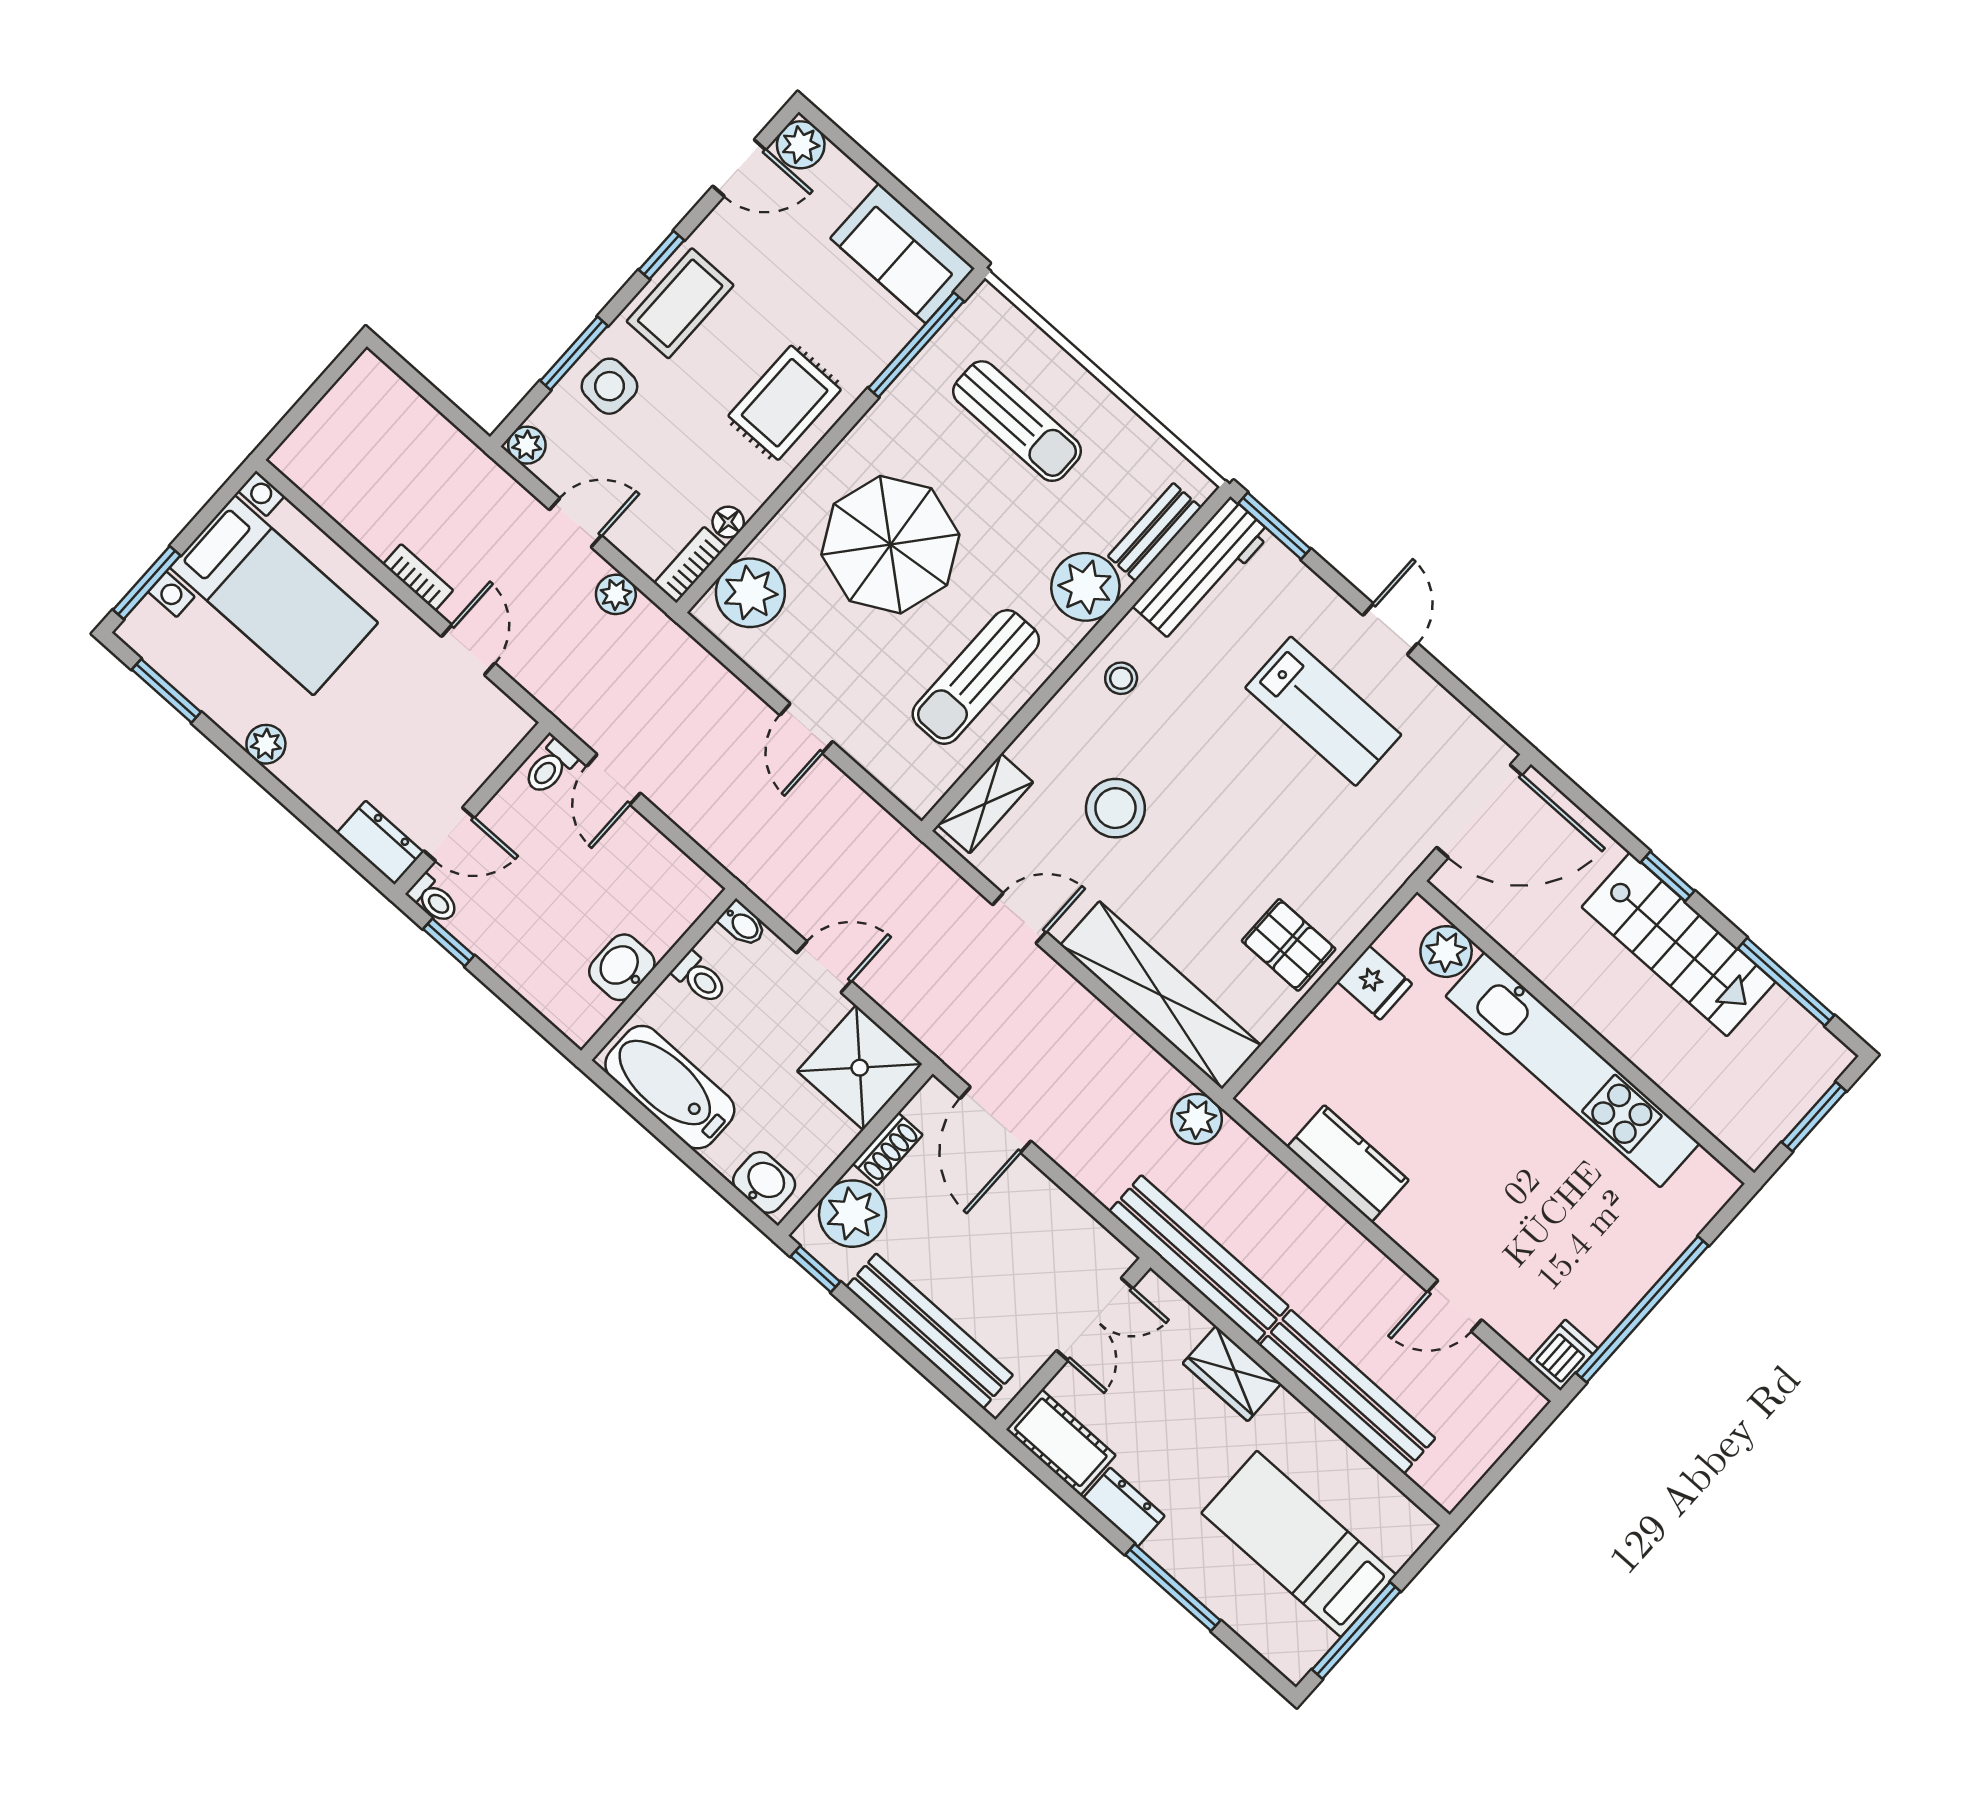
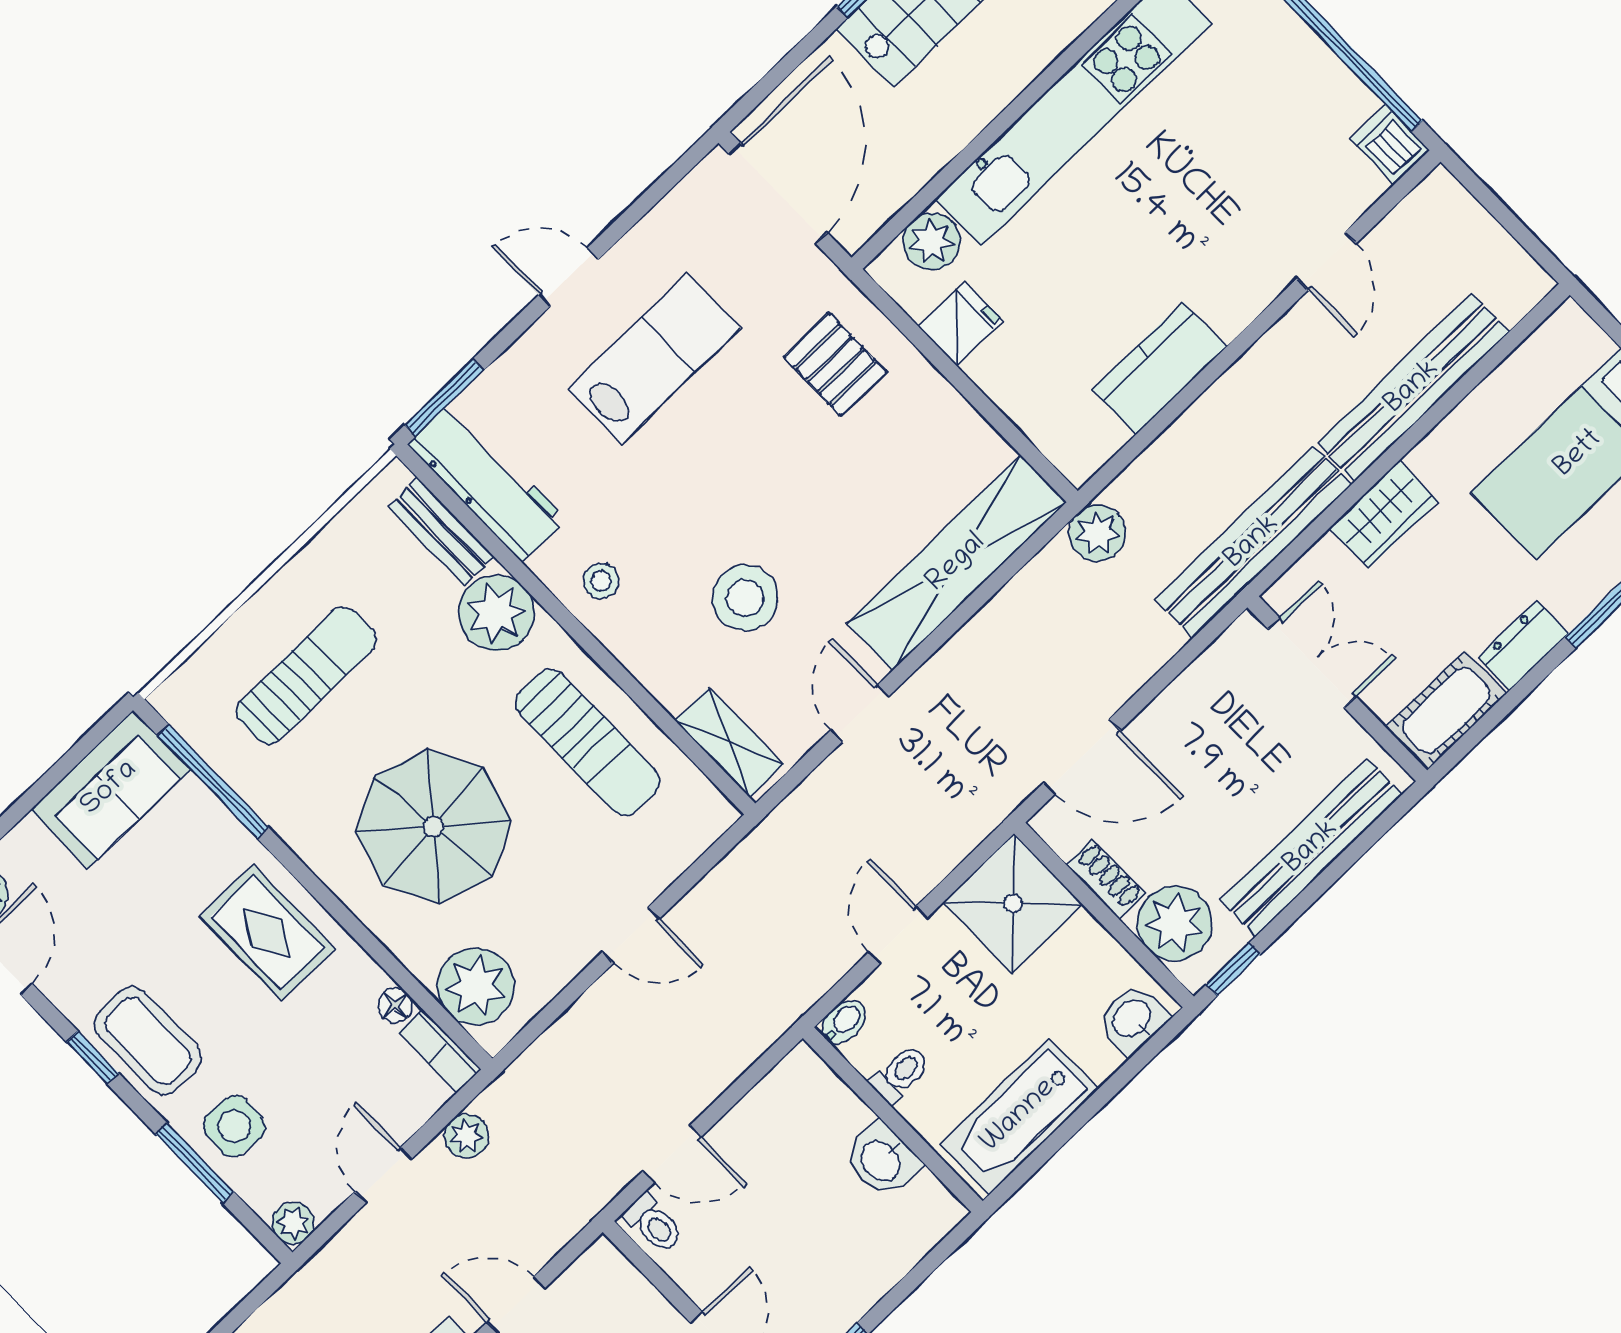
pallet: (1289, 945) -> (835, 365), moved, turned 90

